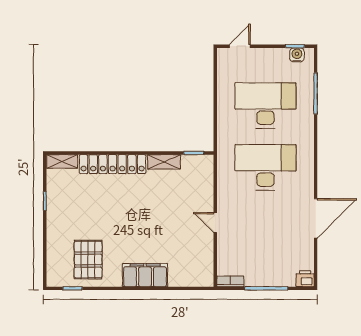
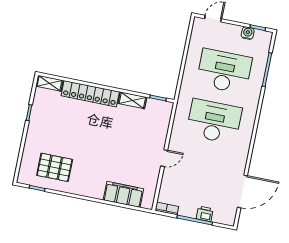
water cooler: (297, 55) -> (248, 33), moved
door: (316, 218) -> (242, 192), moved
door: (215, 223) -> (164, 158), swing flipped
pallet: (88, 260) -> (55, 167), turned 90
filing cabinet: (145, 275) -> (123, 194), moved
printer: (305, 279) -> (205, 214), moved

